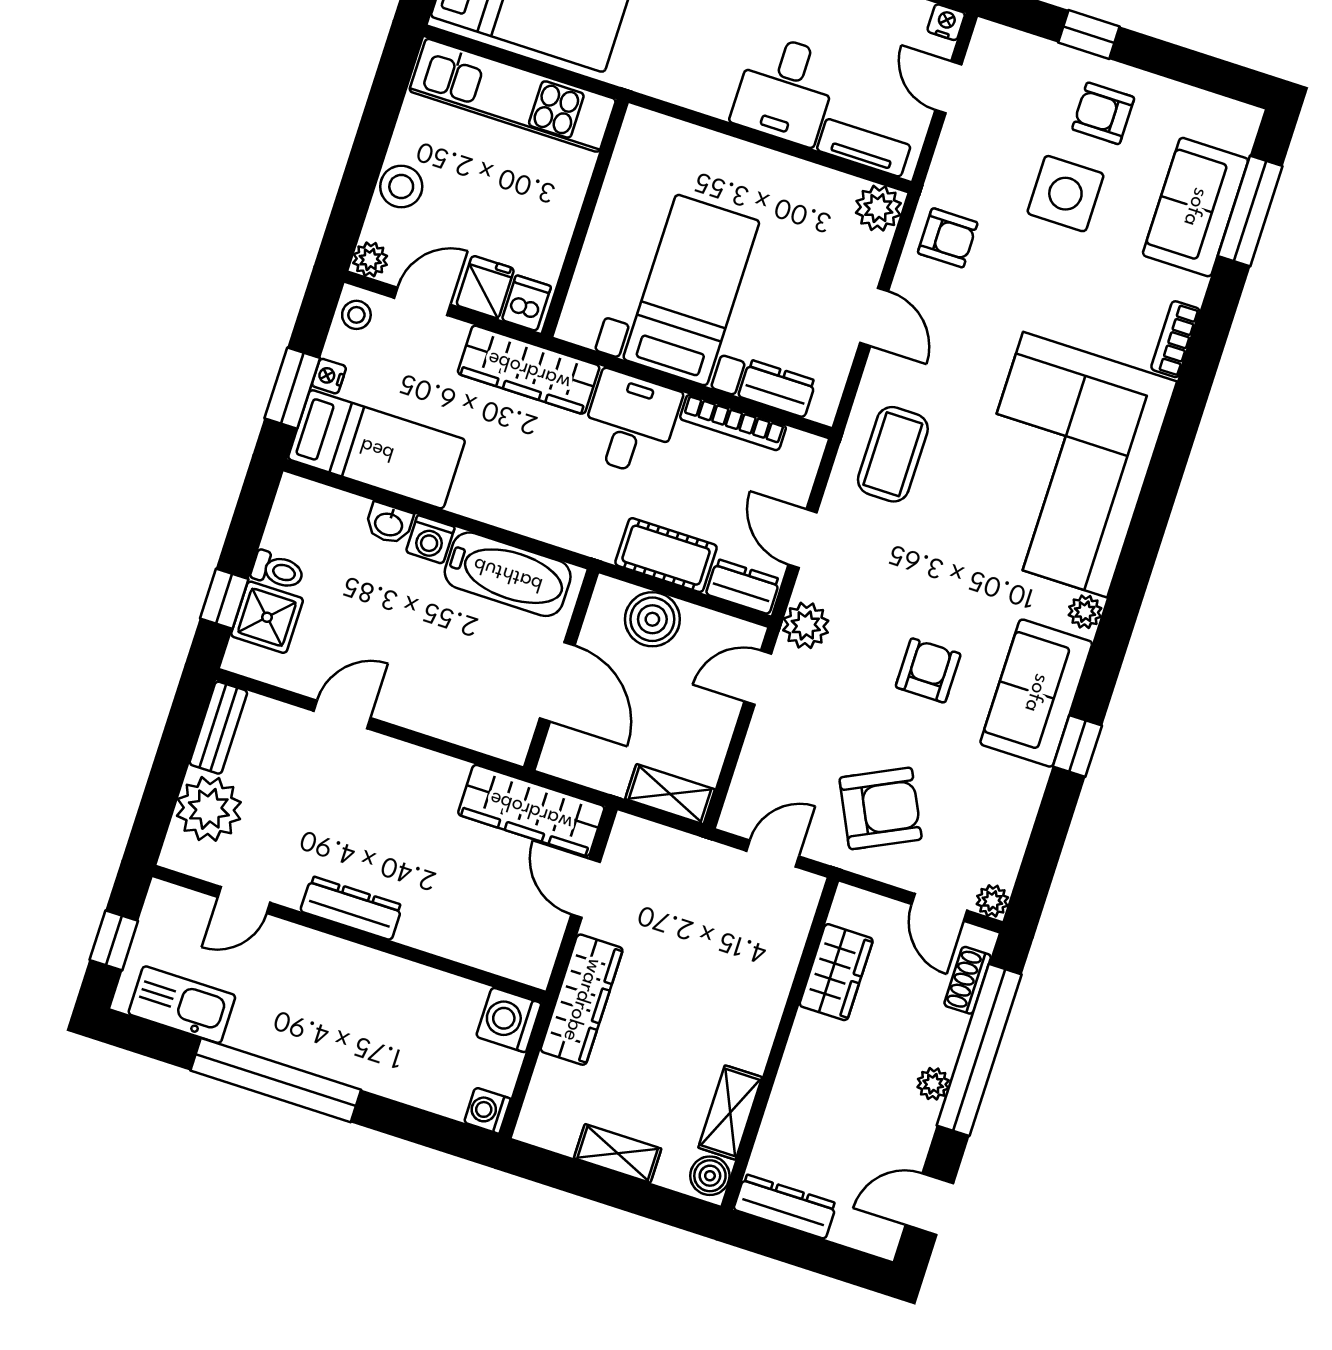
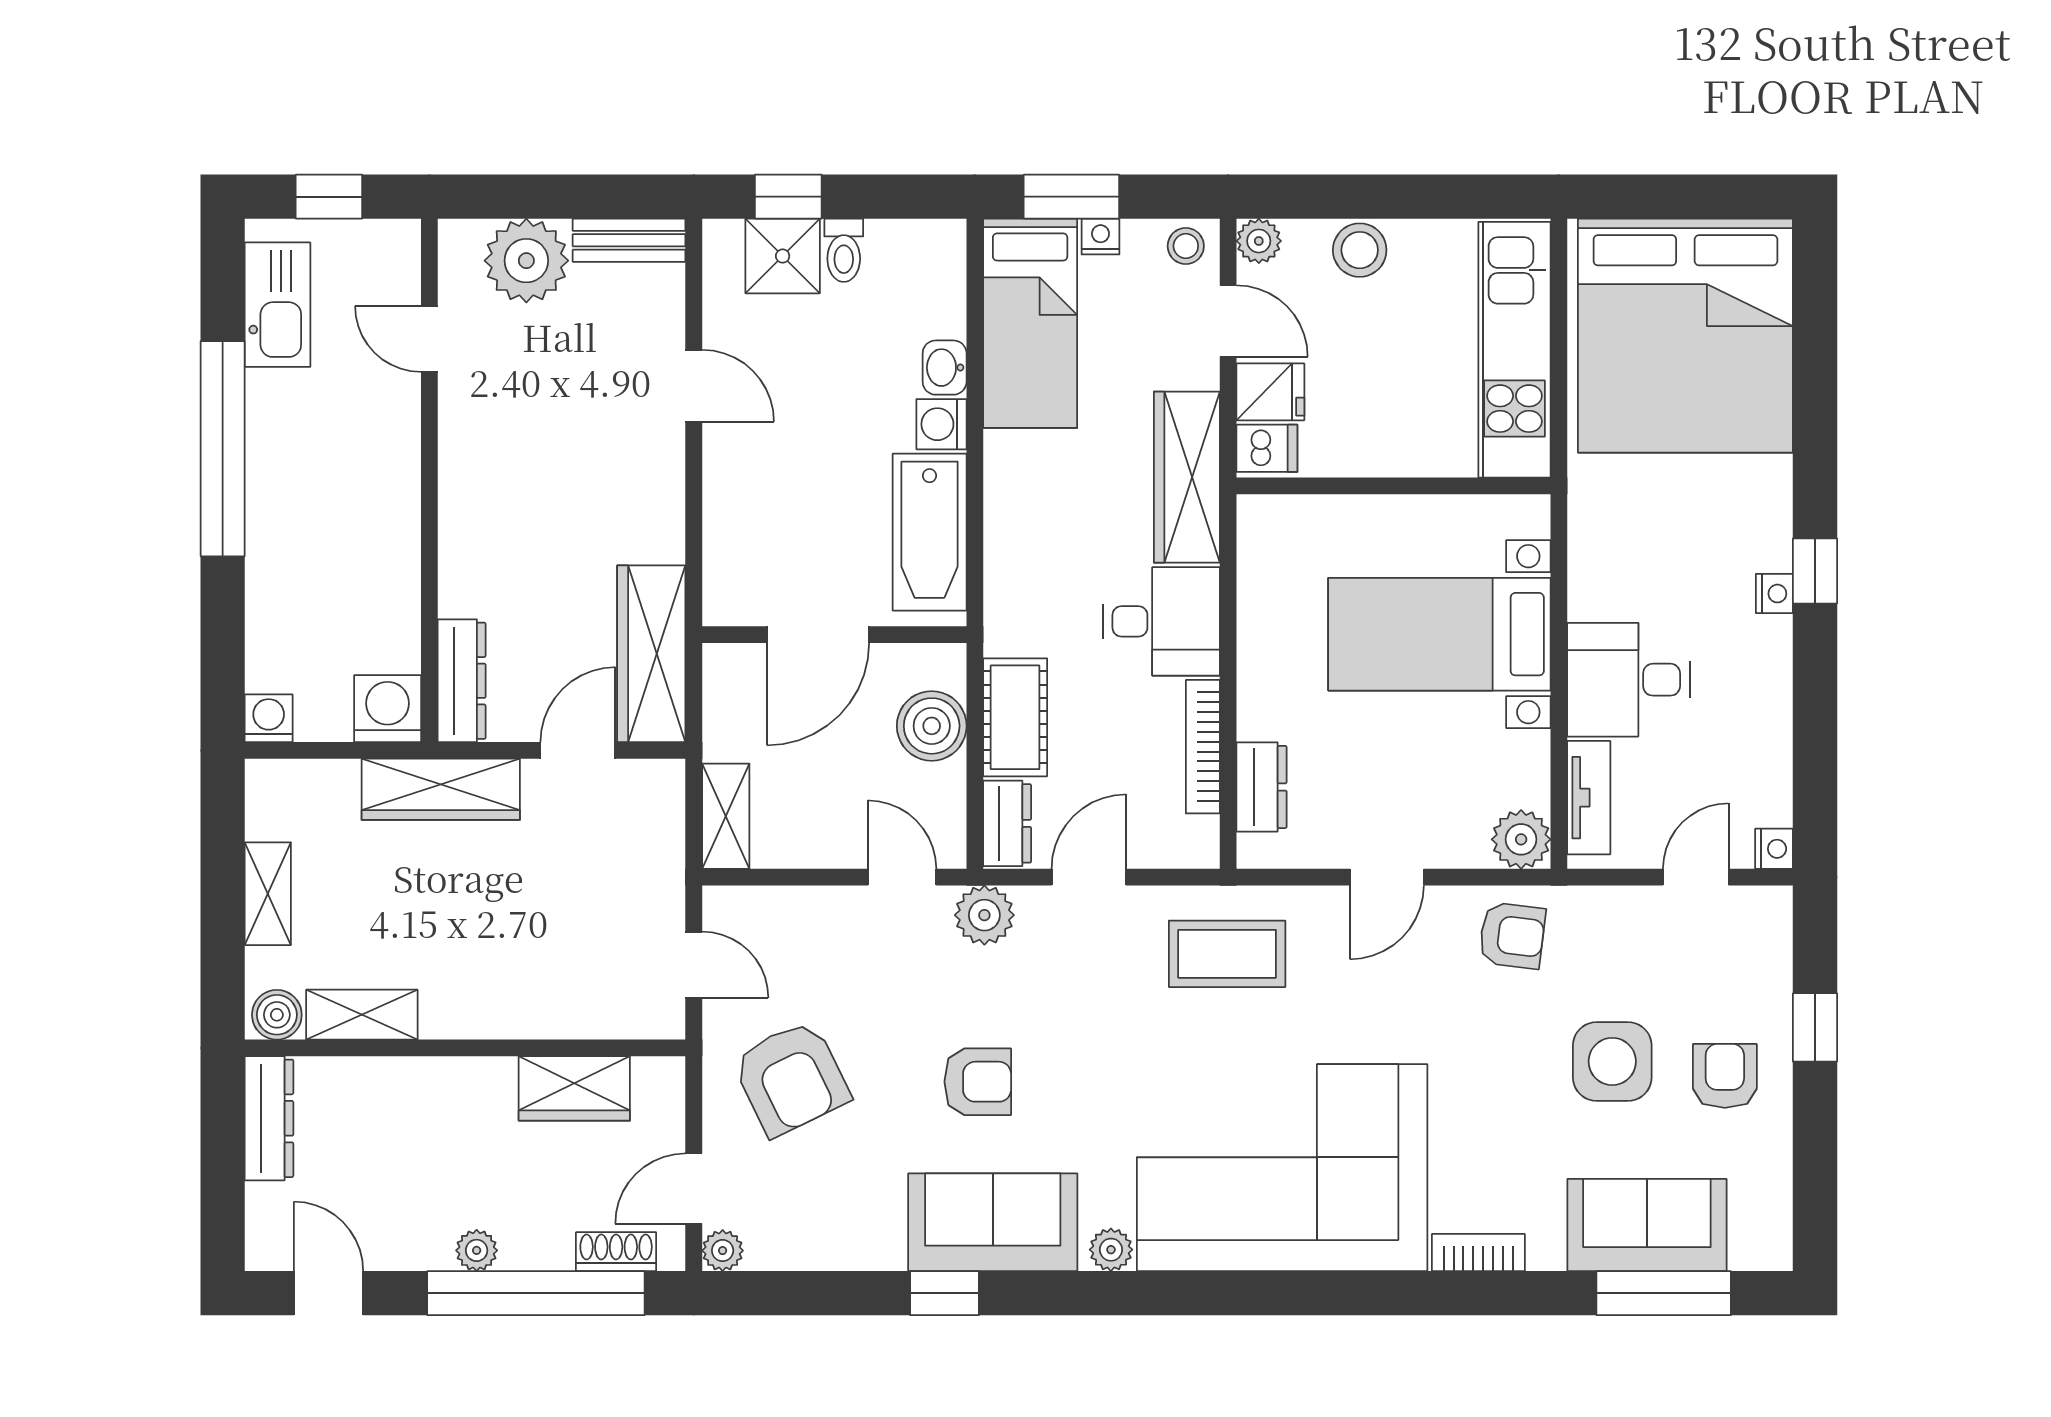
armchair: (948, 238) -> (1512, 935), turned -83
bed with nightstands: (691, 290) -> (1439, 634), moved, turned 180
dresser: (351, 908) -> (462, 681), moved

